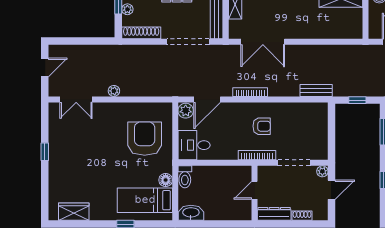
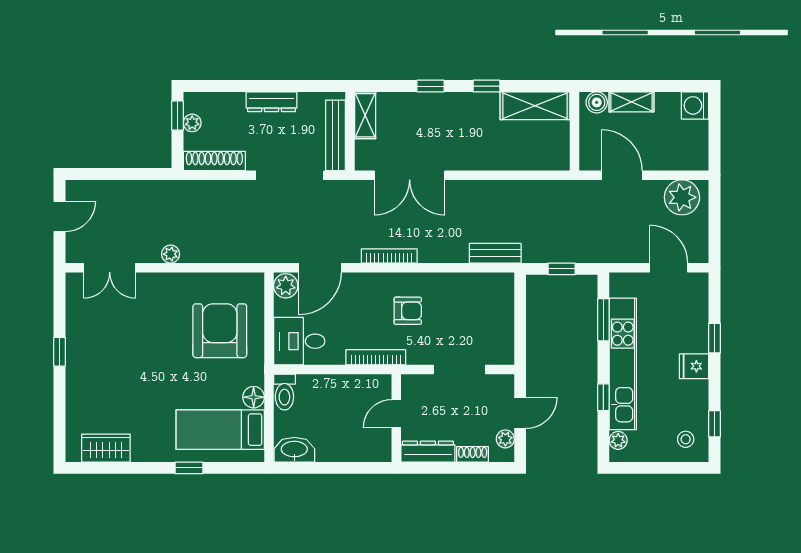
bookcase: (257, 155) -> (376, 357), moved
plant: (322, 171) -> (505, 439), moved

